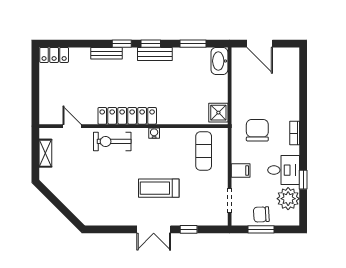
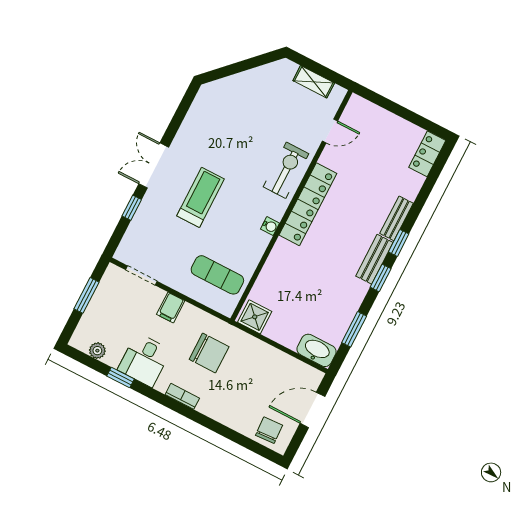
bench: (155, 54) -> (374, 259), moved
plant: (288, 199) -> (97, 351), width x0.53, depth x0.53
chair: (261, 214) -> (269, 430), moved

